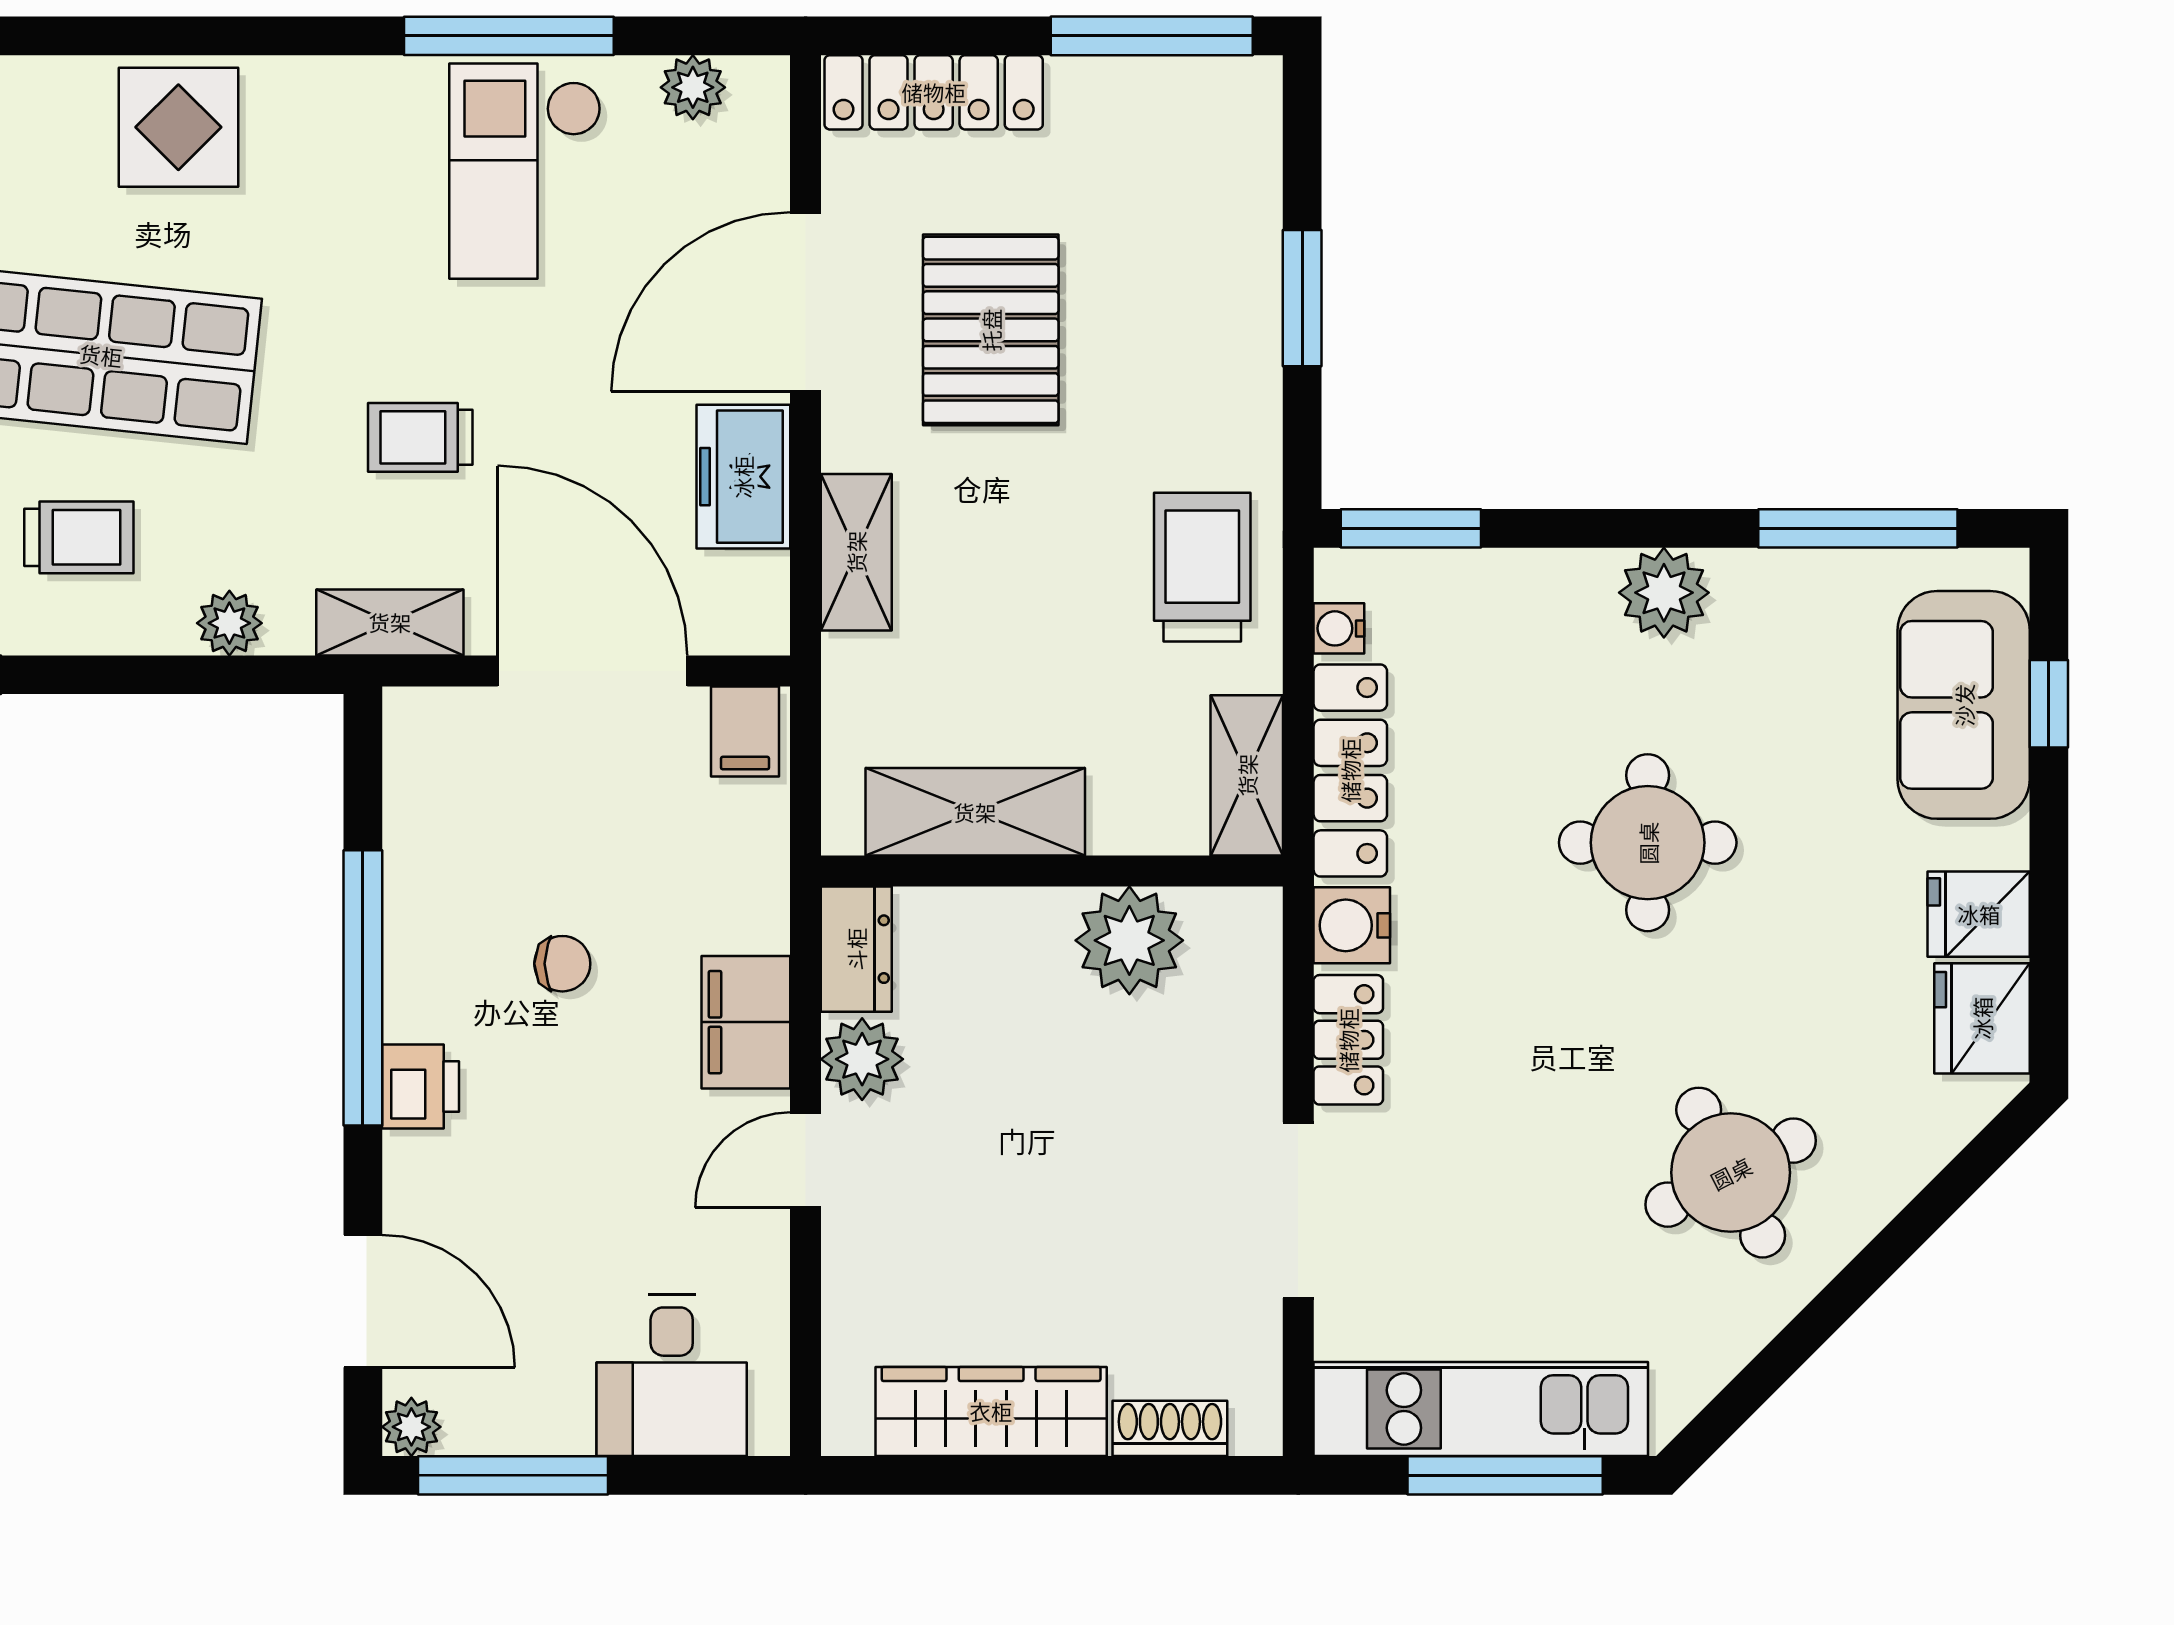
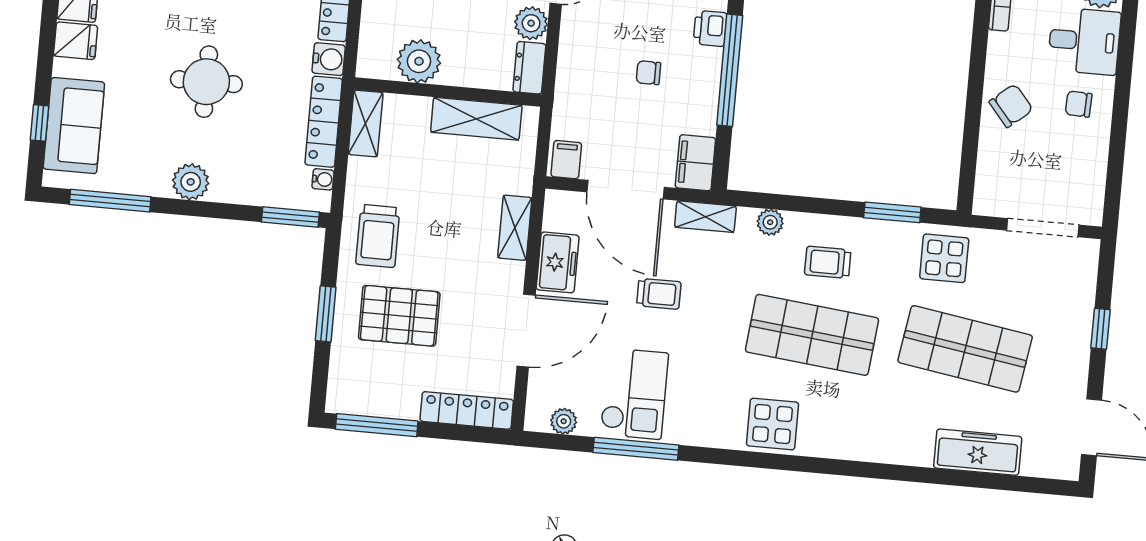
pallet: (991, 330) -> (399, 316), moved, turned 90
trolley: (420, 437) -> (659, 294), moved
trolley: (1202, 567) -> (378, 236), moved
filing cabinet: (746, 1022) -> (695, 163), moved, turned 180

